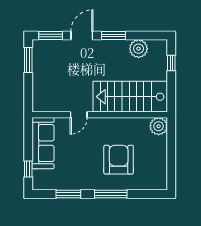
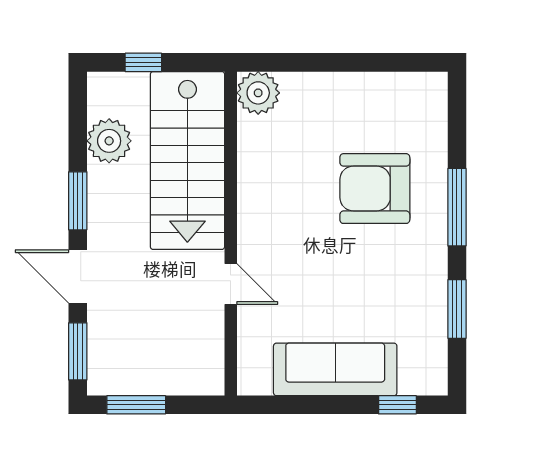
stairs: (130, 97) -> (187, 161), moved
door: (79, 115) -> (231, 284), moved
wall: (100, 115) -> (231, 234), moved
plant: (159, 126) -> (258, 93), moved

